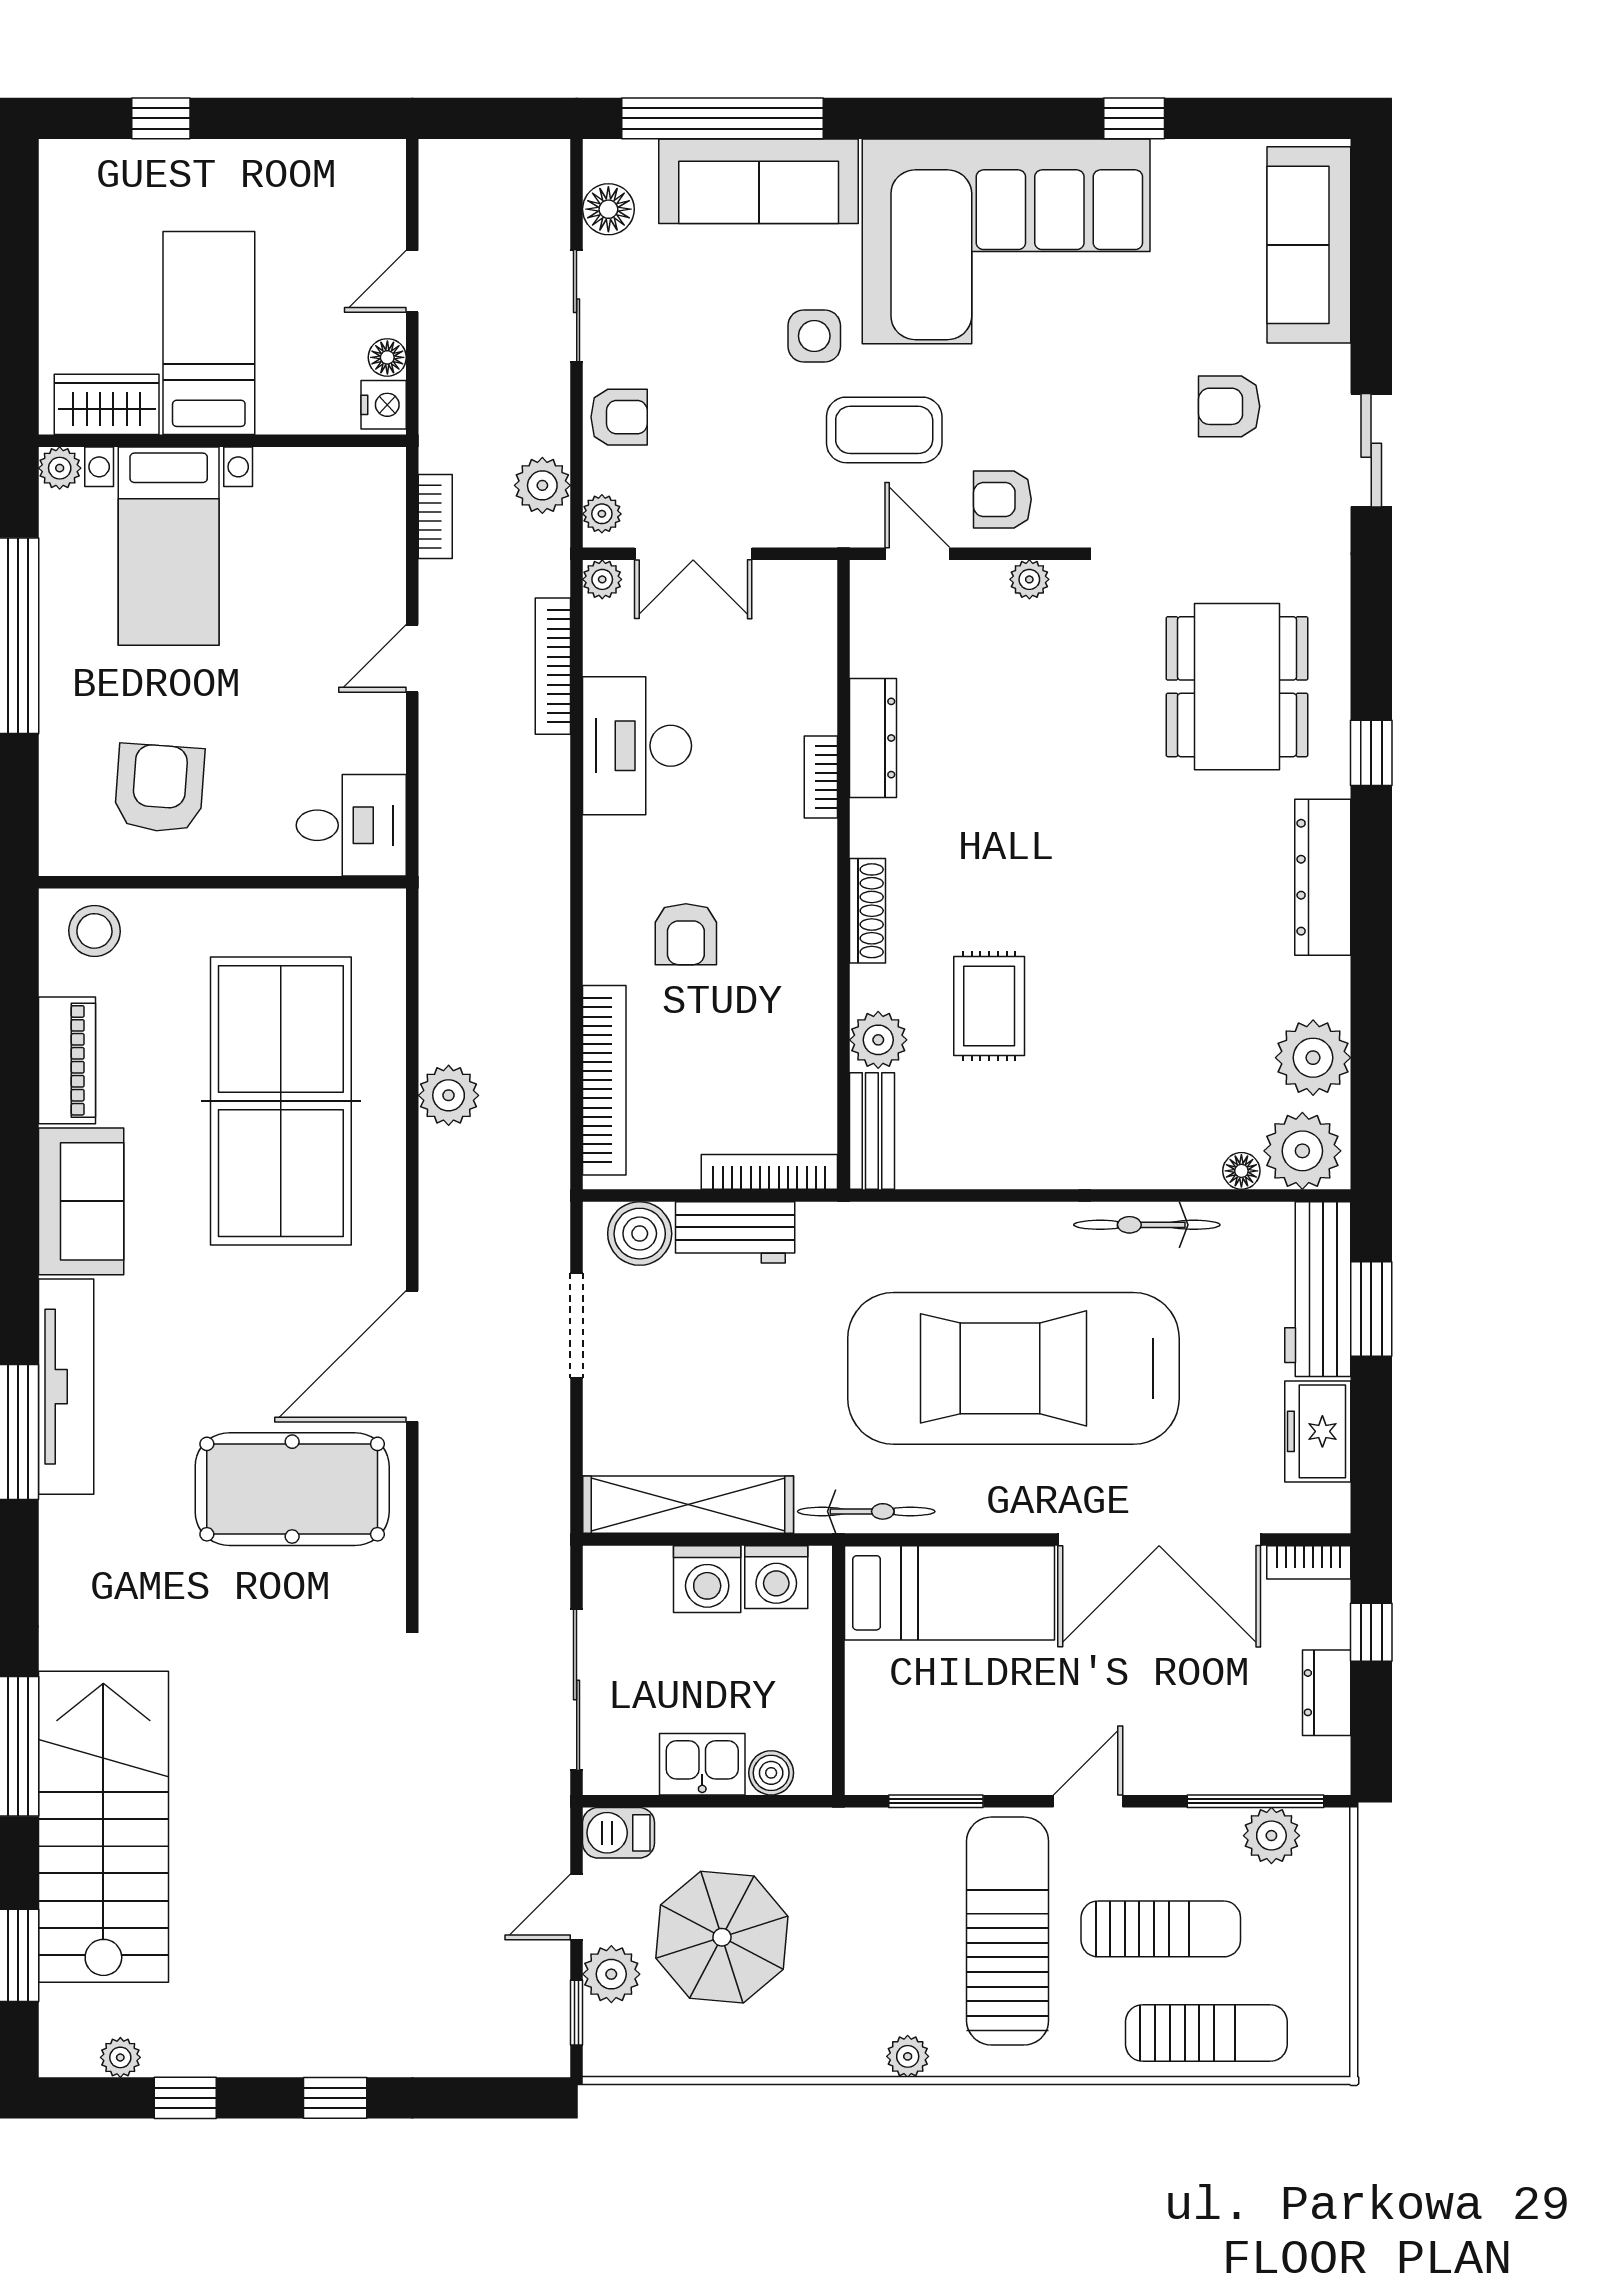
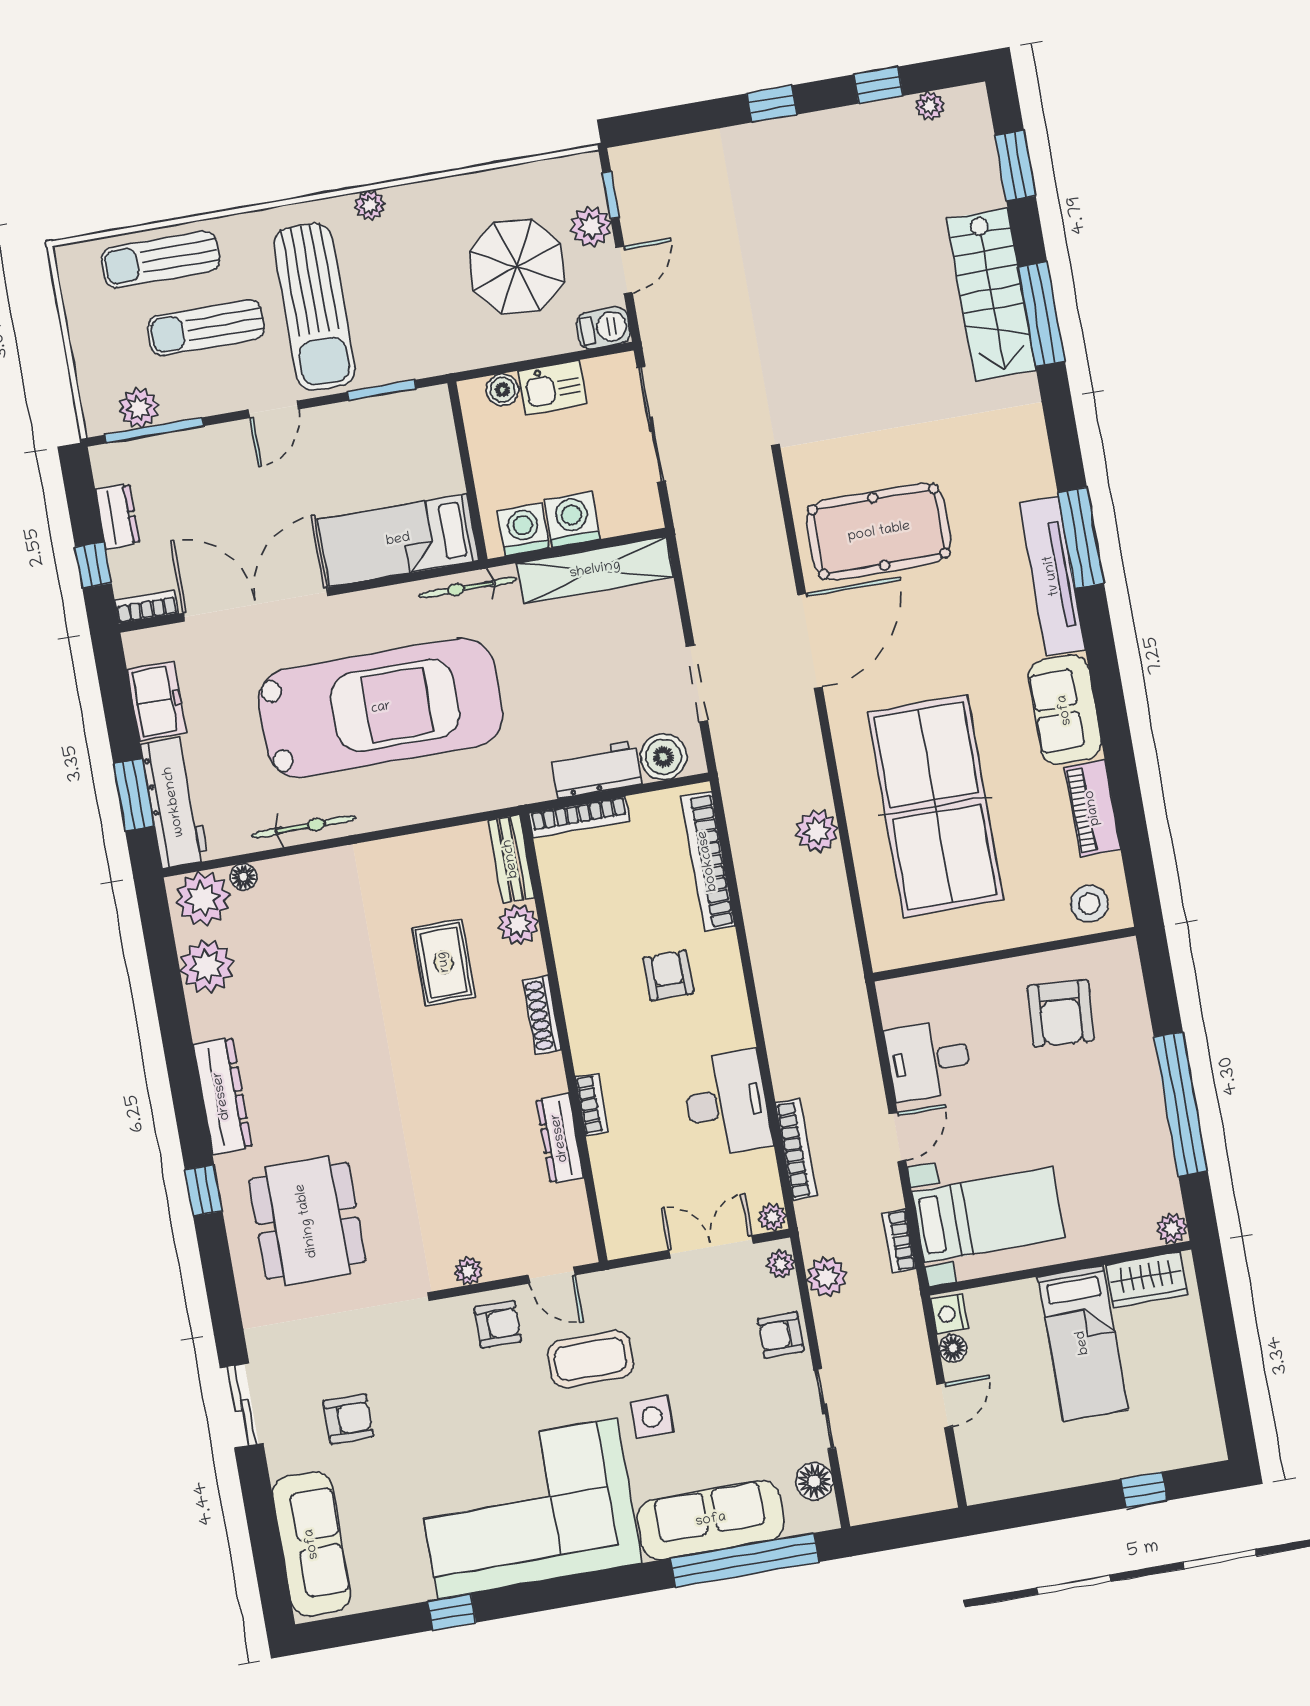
bed with nightstands: (169, 546) -> (988, 1215), moved, turned 90
desk: (351, 825) -> (929, 1060), moved
stairs: (103, 1827) -> (991, 295), width x0.73, depth x0.66

